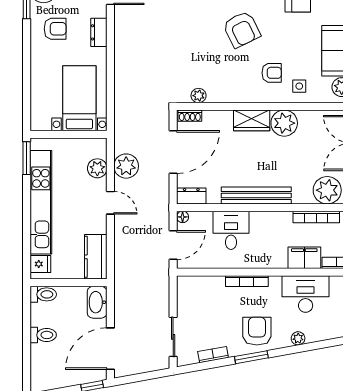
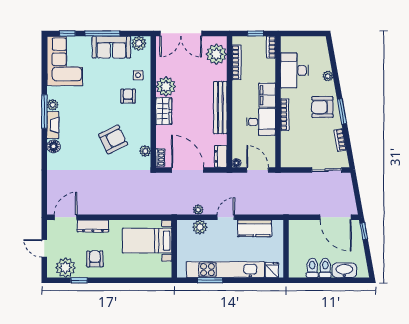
armchair: (242, 29) -> (113, 139), moved
dresser: (99, 32) -> (93, 226), width x1.44
window: (27, 158) -> (210, 280), moved
plant: (126, 166) -> (198, 210), width x0.53, depth x0.53
desk: (231, 230) -> (261, 122), moved, turned 180
kitchen counter: (96, 257) -> (255, 228), moved
filing cabinet: (304, 258) -> (267, 95), moved
toilet: (43, 294) -> (312, 268), moved
washbasin: (97, 302) -> (344, 270), moved, turned 180

